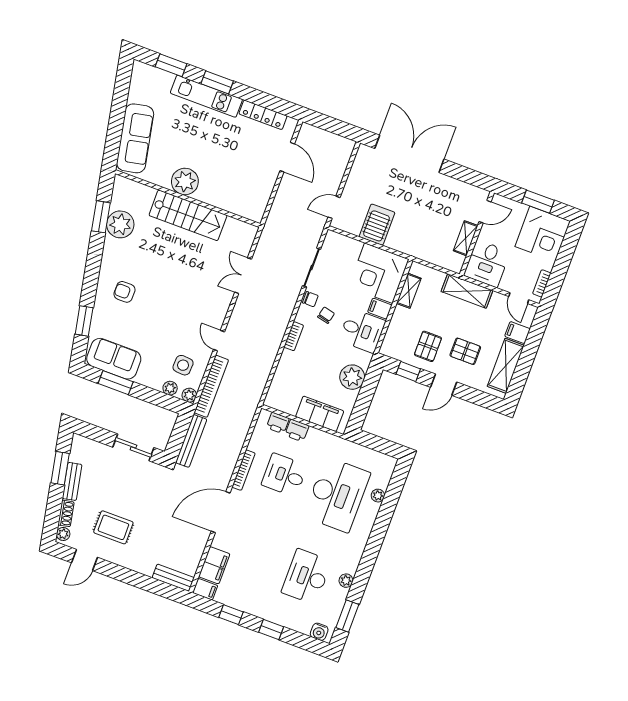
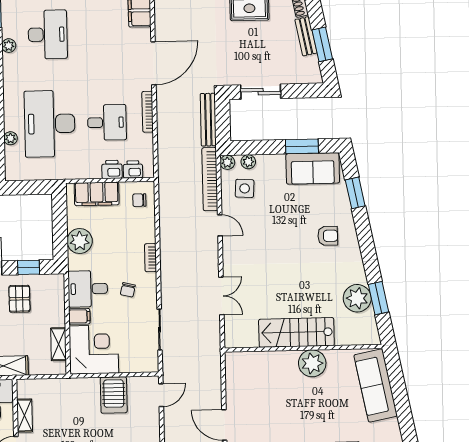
chair: (310, 299) -> (139, 200), moved

